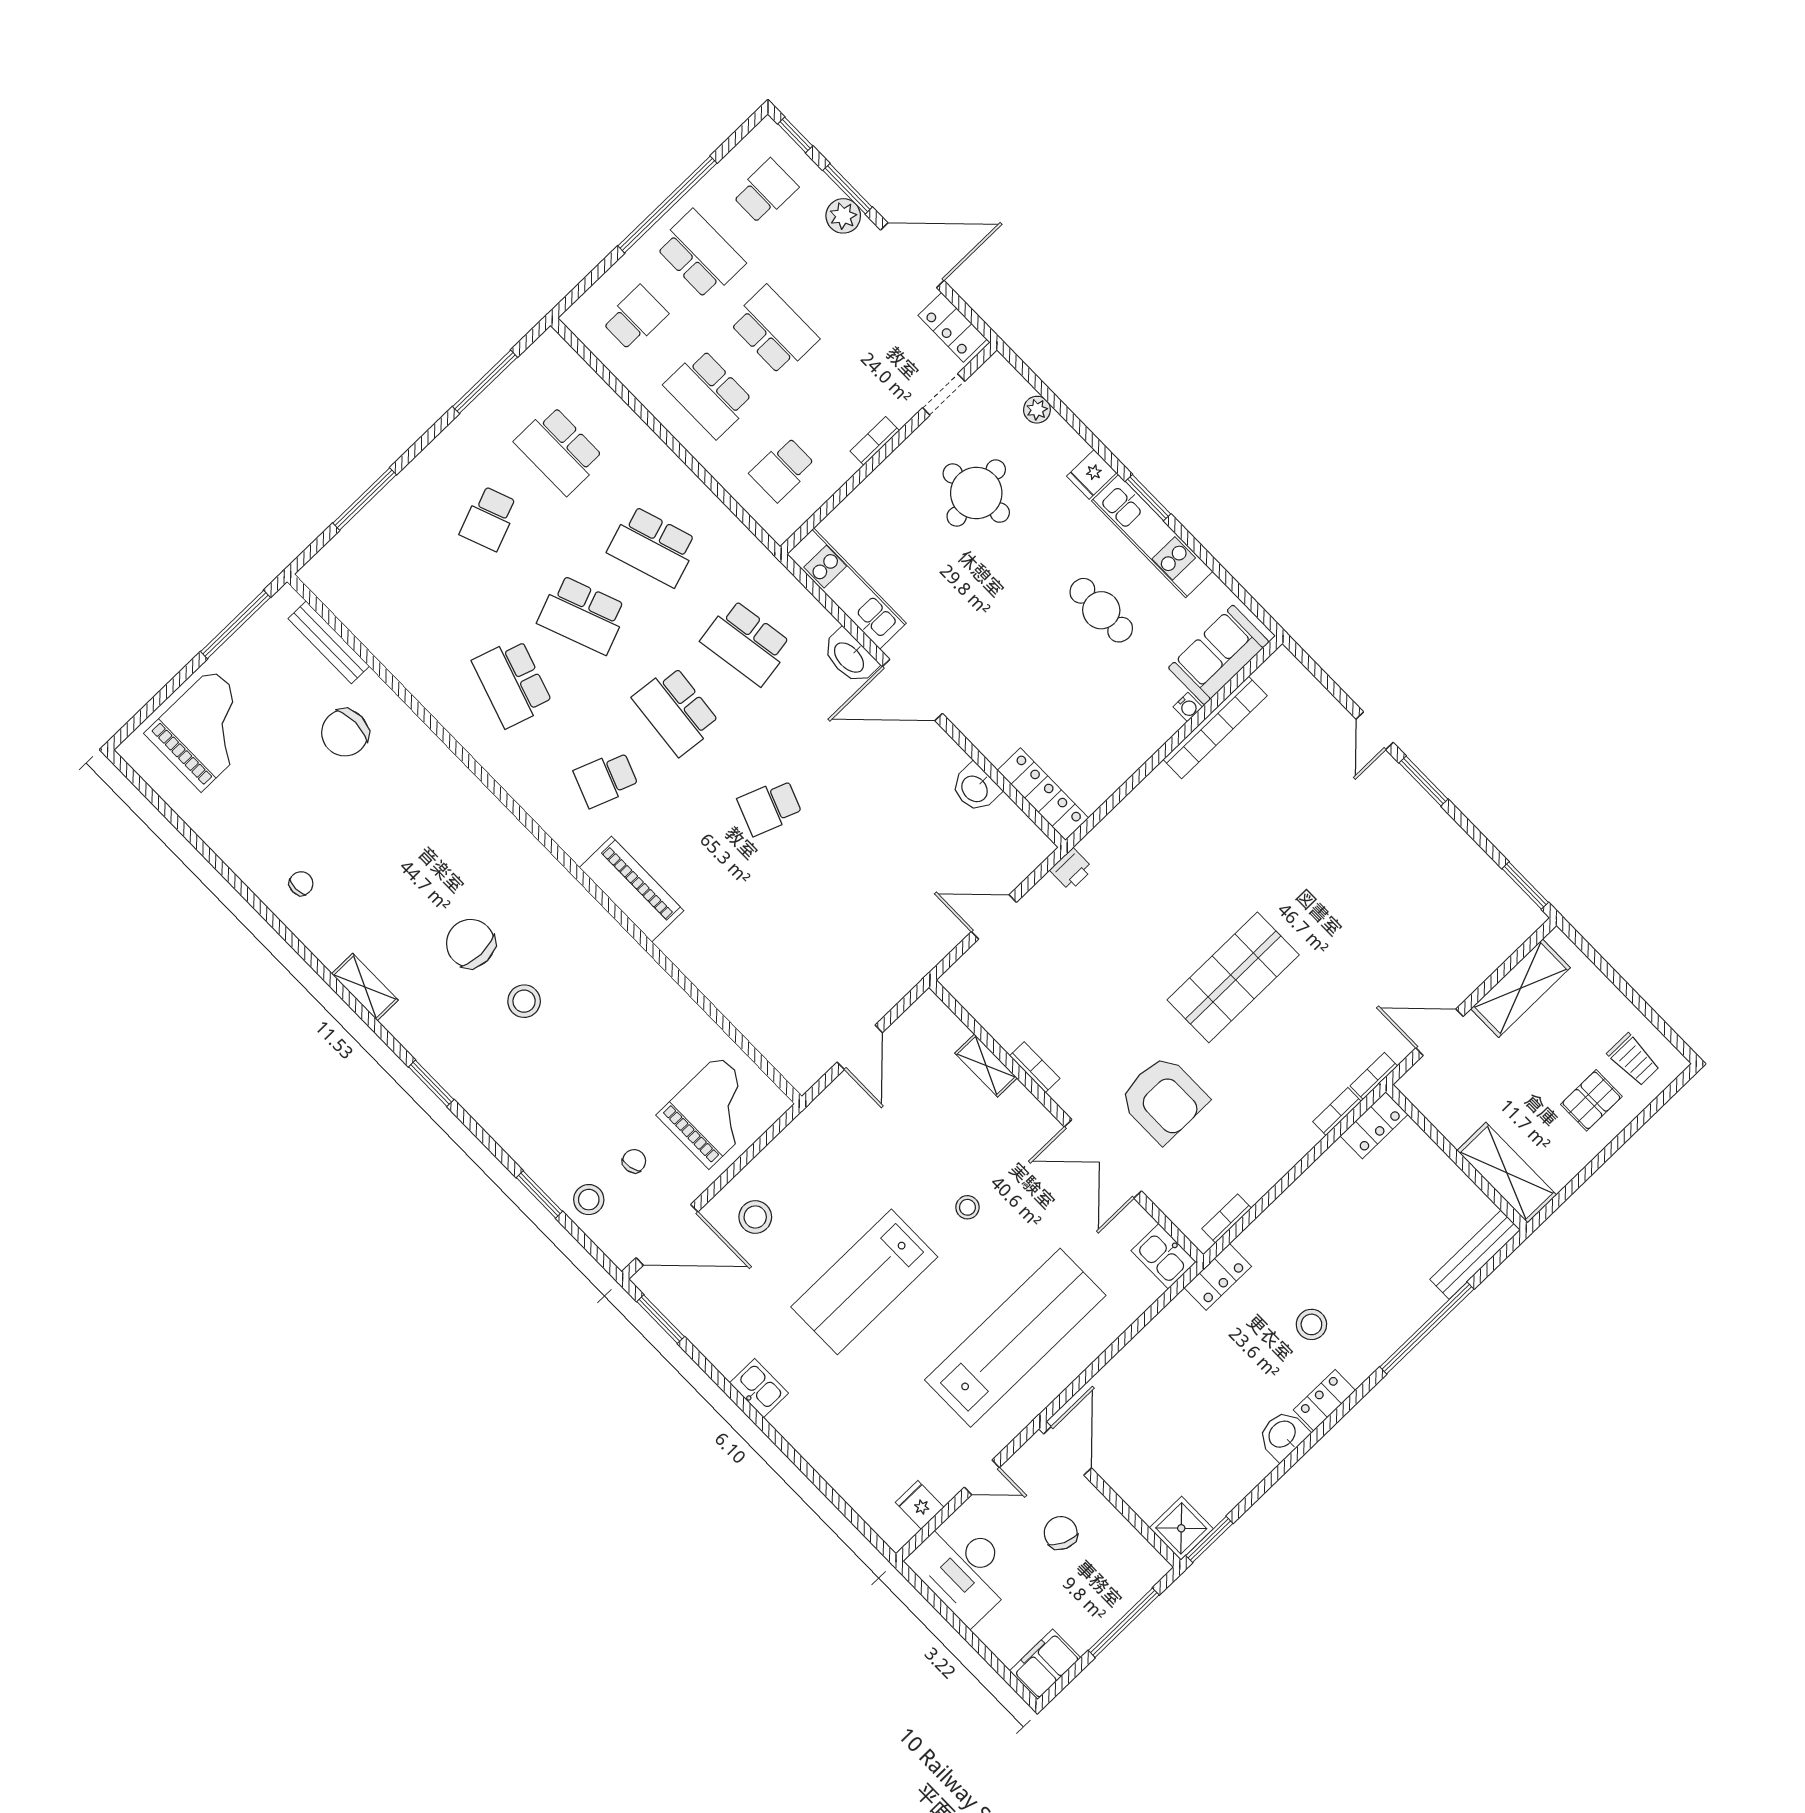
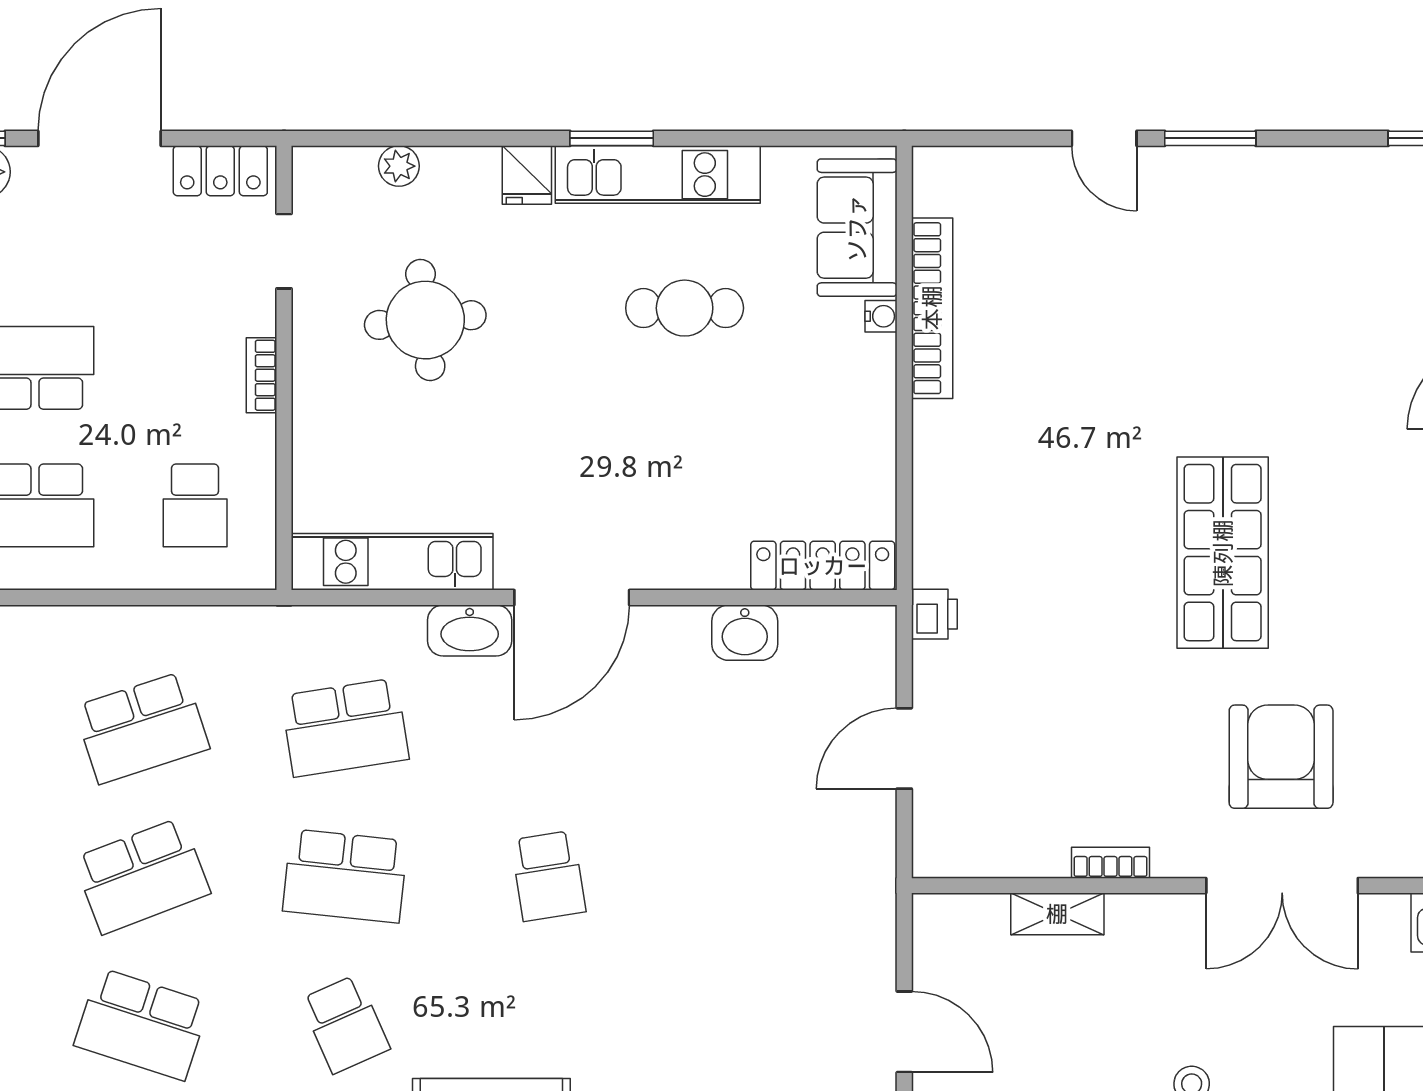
school desk: (606, 779) -> (345, 1024), turned -45
school desk: (770, 807) -> (548, 876), turned -30
armchair: (1163, 1099) -> (1281, 757), turned -90

